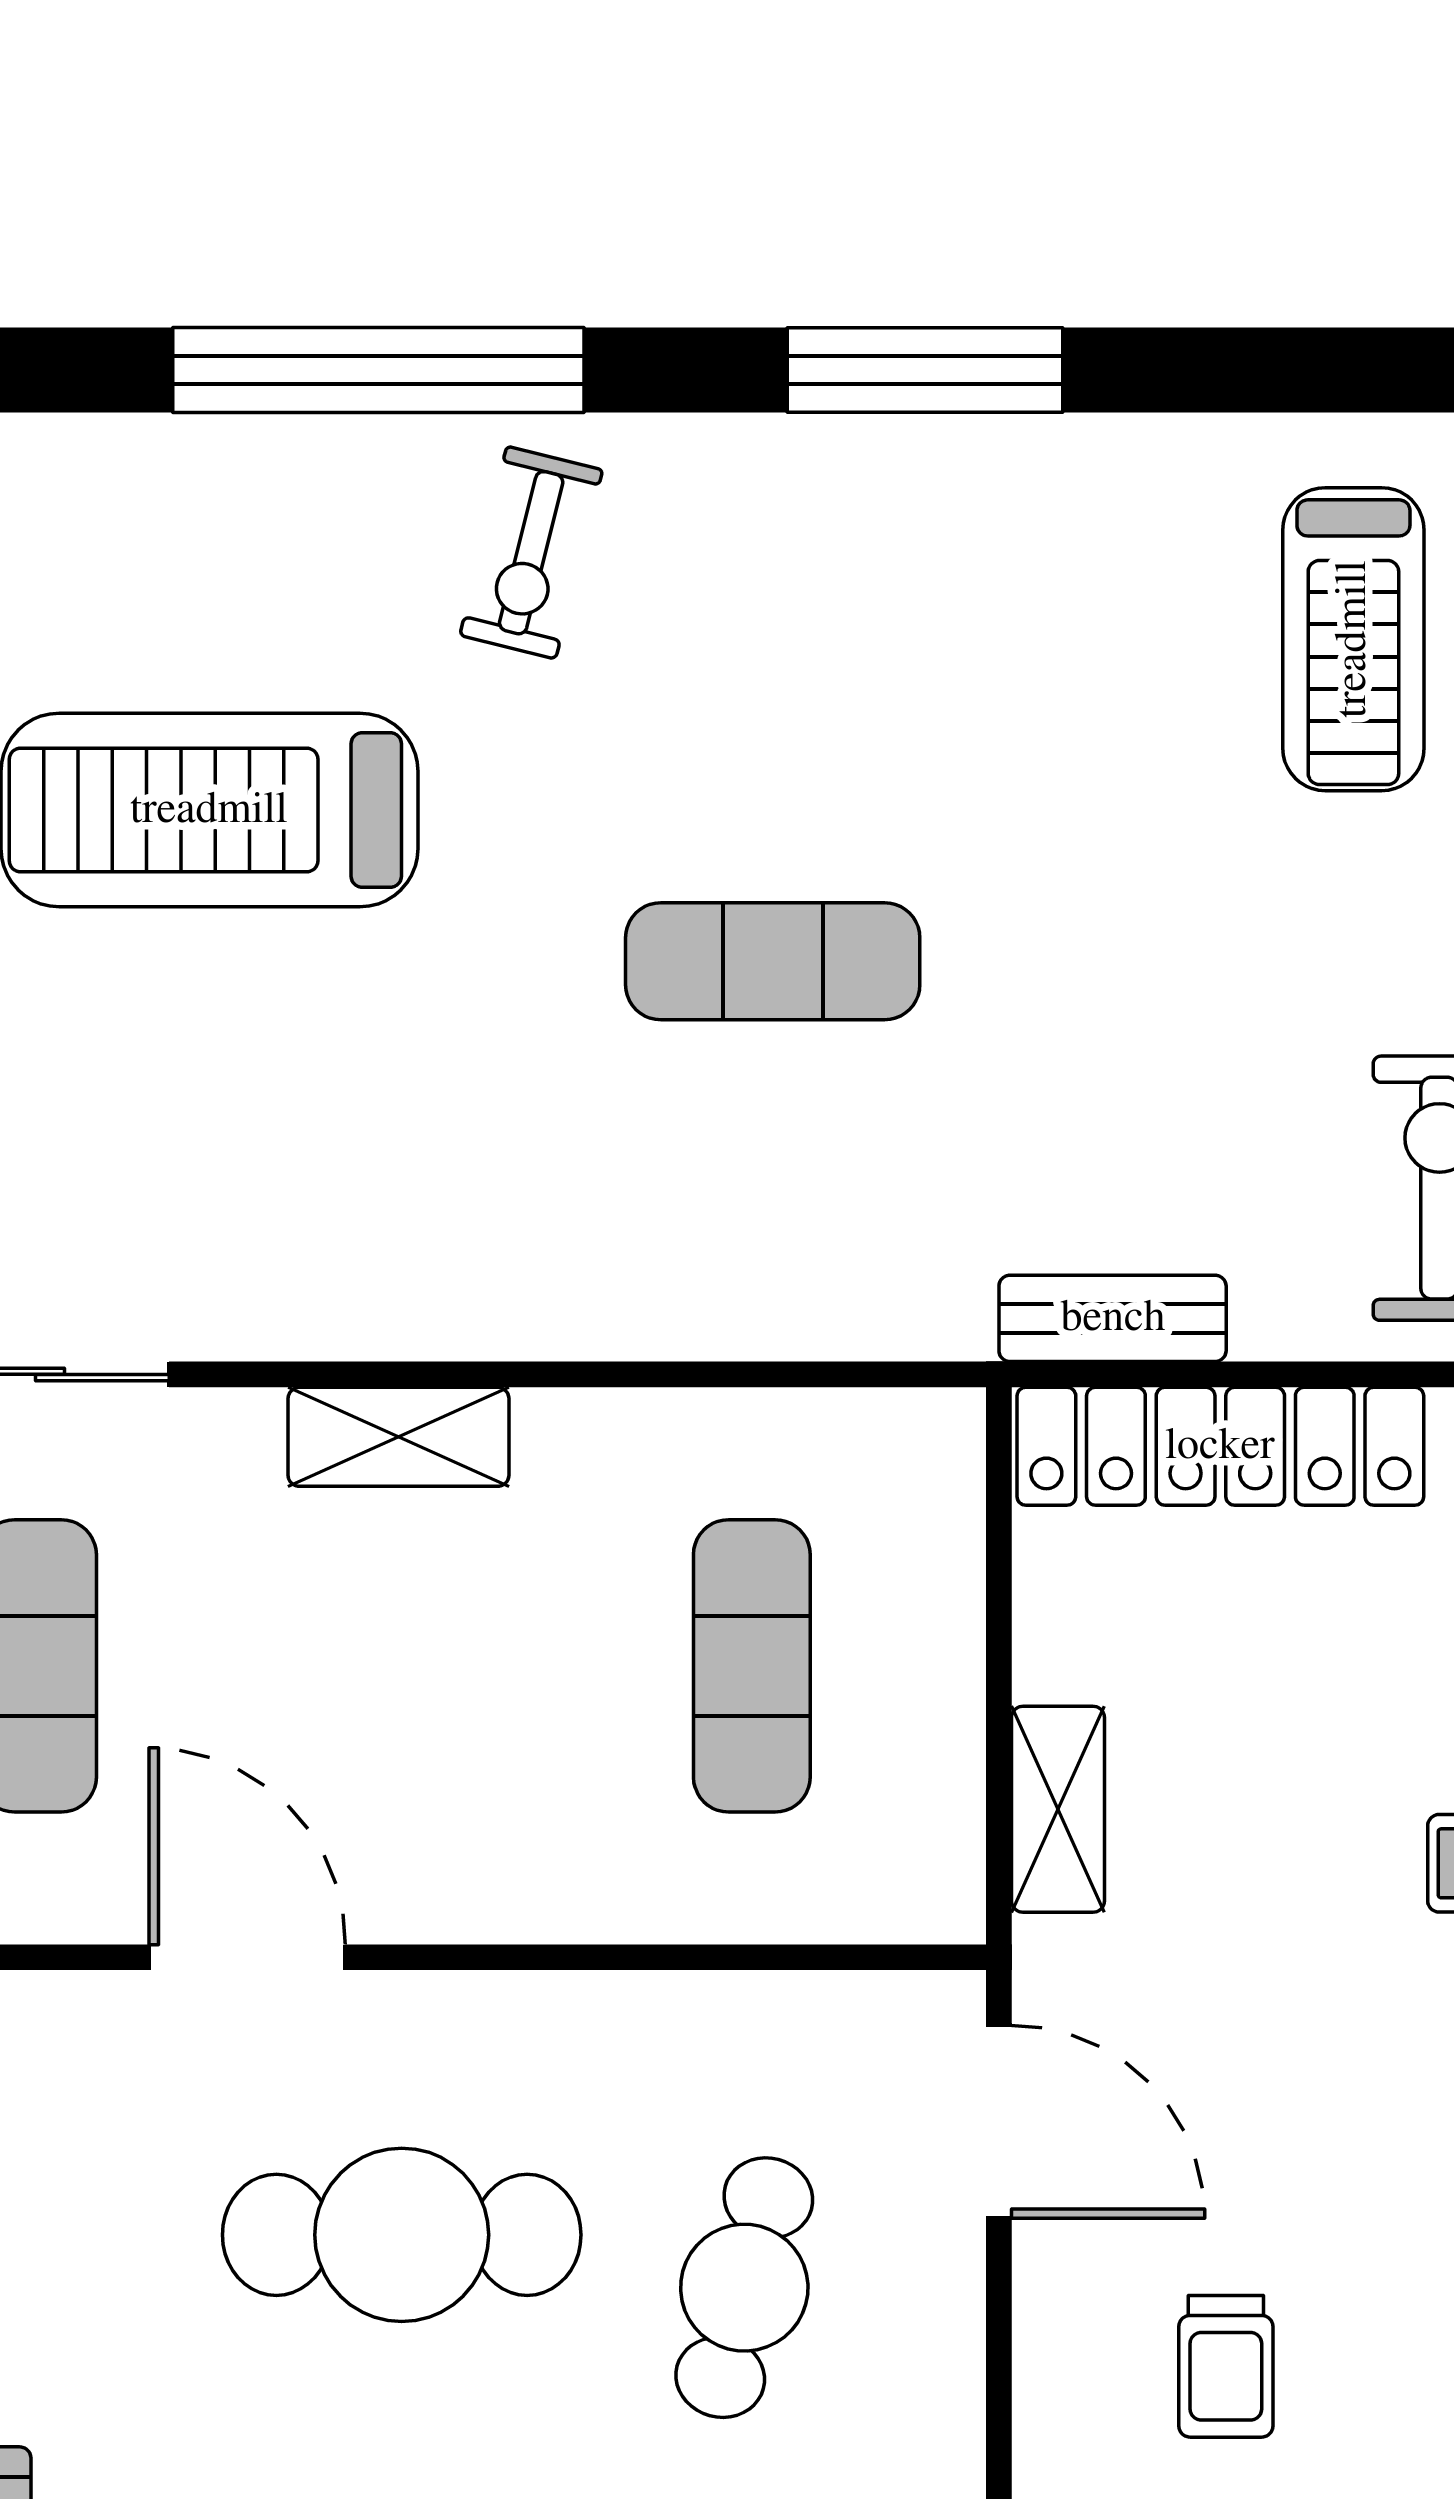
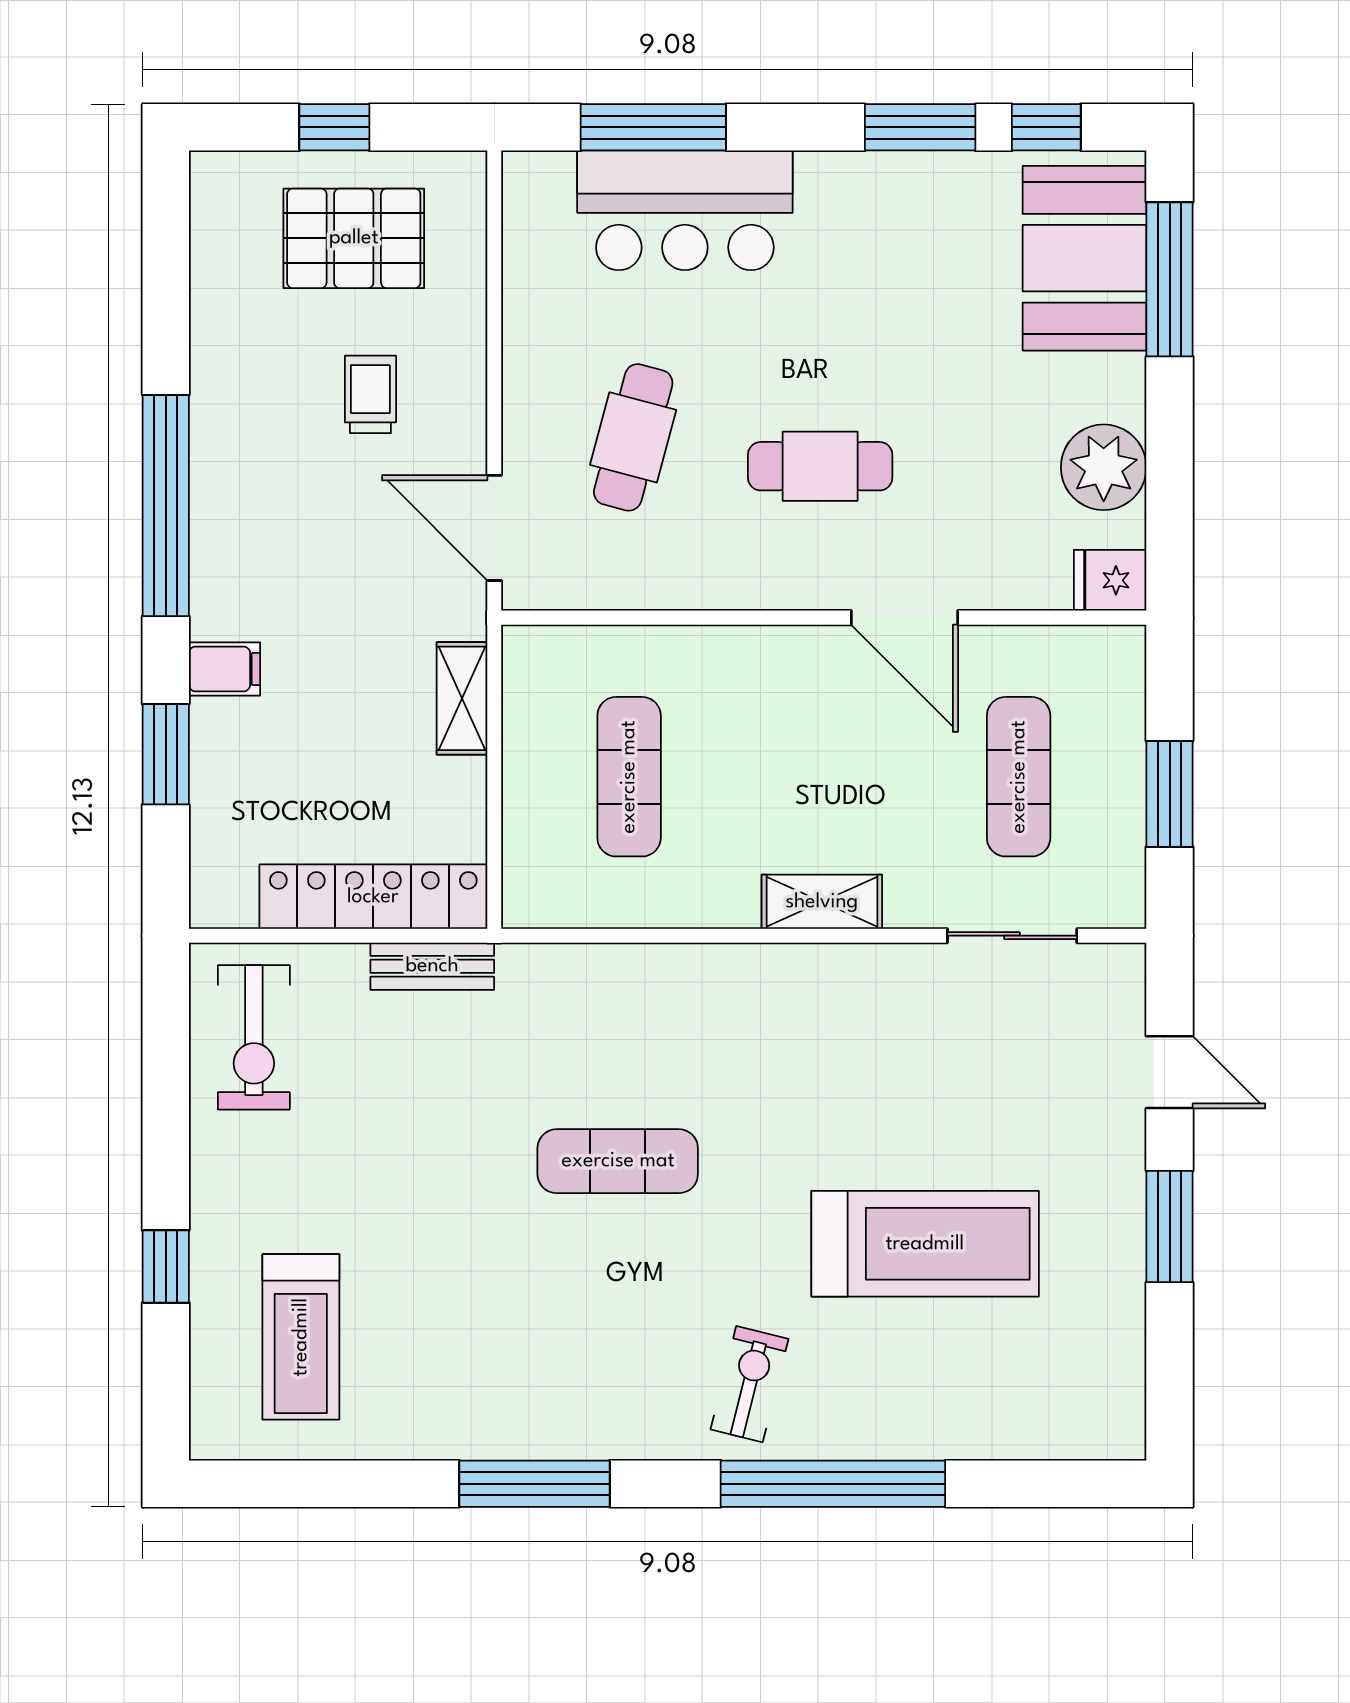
treadmill: (1353, 639) -> (301, 1337), turned 180
cafe table: (402, 2235) -> (820, 466), width x0.73, depth x0.74

